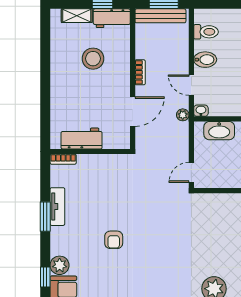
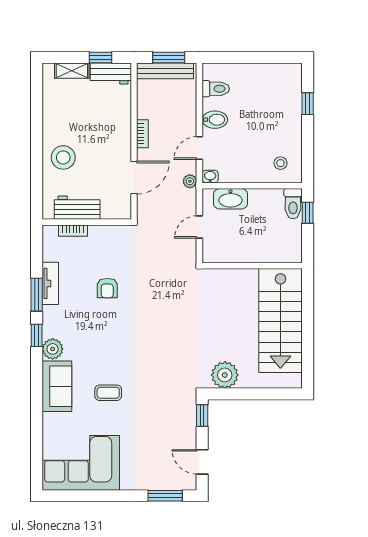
stool: (93, 59) -> (63, 157), moved
door: (191, 85) -> (199, 148), hinge flipped
bookcase: (63, 159) -> (73, 231), moved
door: (191, 172) -> (199, 227), moved
armchair: (114, 240) -> (107, 288), moved
window: (45, 277) -> (37, 335), moved

